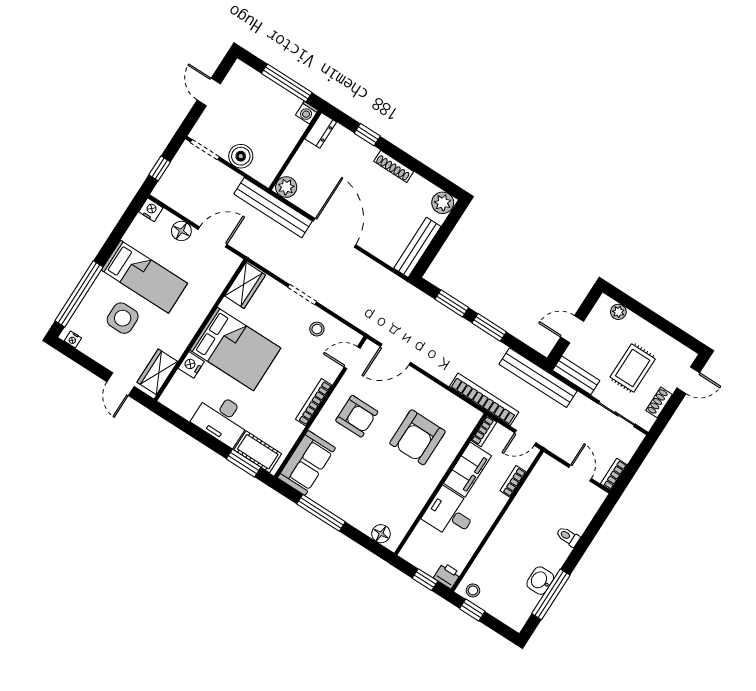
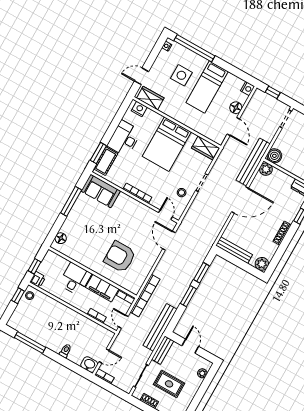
boiler: (241, 156) -> (274, 156), moved
nightstand: (191, 365) -> (139, 109), moved
armchair: (357, 416) -> (130, 220), removed
washbasin: (540, 581) -> (89, 365), moved

